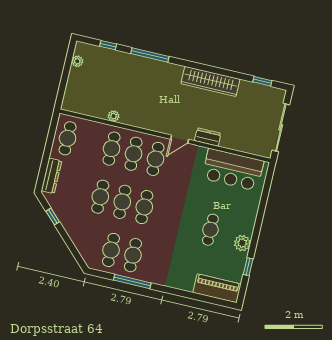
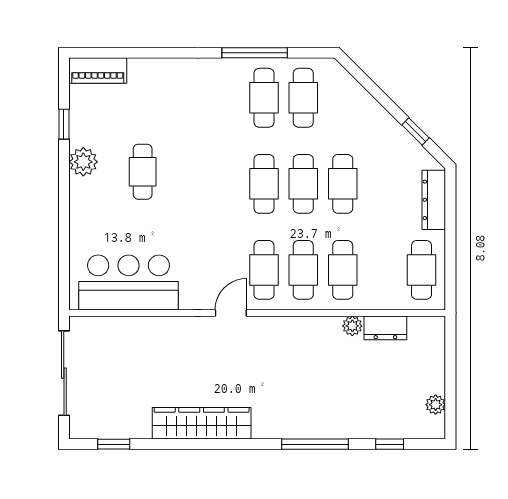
dresser: (208, 137) -> (385, 328), moved
piano: (217, 288) -> (98, 71), width x0.73, depth x0.75

